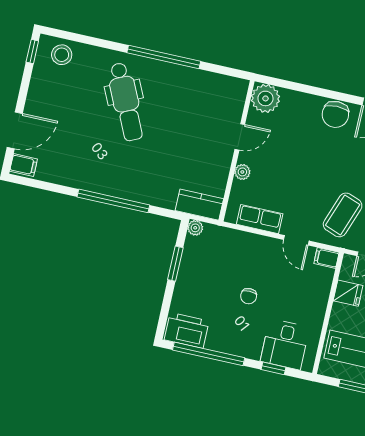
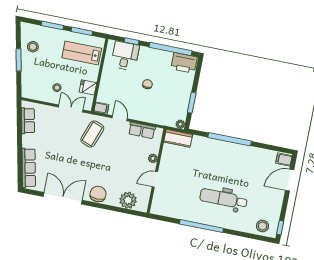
plant: (265, 98) -> (128, 200), moved
dental chair: (126, 102) -> (223, 199), turned -65

